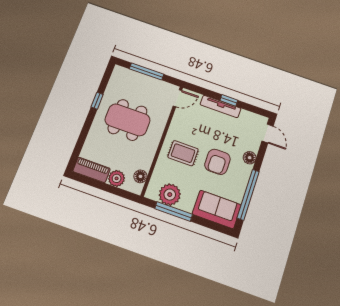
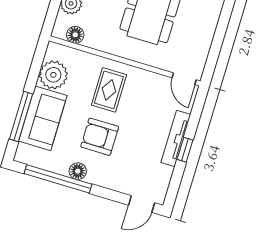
window: (147, 72) -> (220, 34), removed
floor lamp: (250, 158) -> (78, 171), moved
sofa: (217, 209) -> (43, 118), moved
window: (174, 212) -> (21, 116), moved

